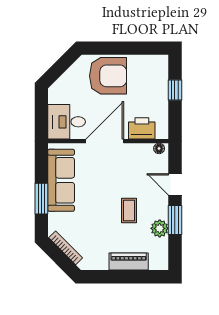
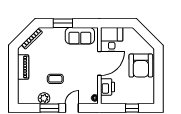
door: (105, 141) -> (99, 63), hinge flipped
sofa: (61, 180) -> (80, 36), width x0.73
piano: (129, 261) -> (23, 67), moved

